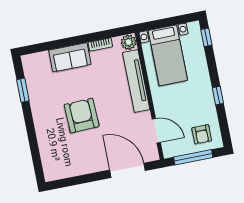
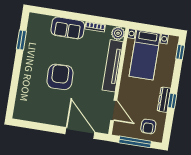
dresser: (208, 98) -> (164, 100), added

